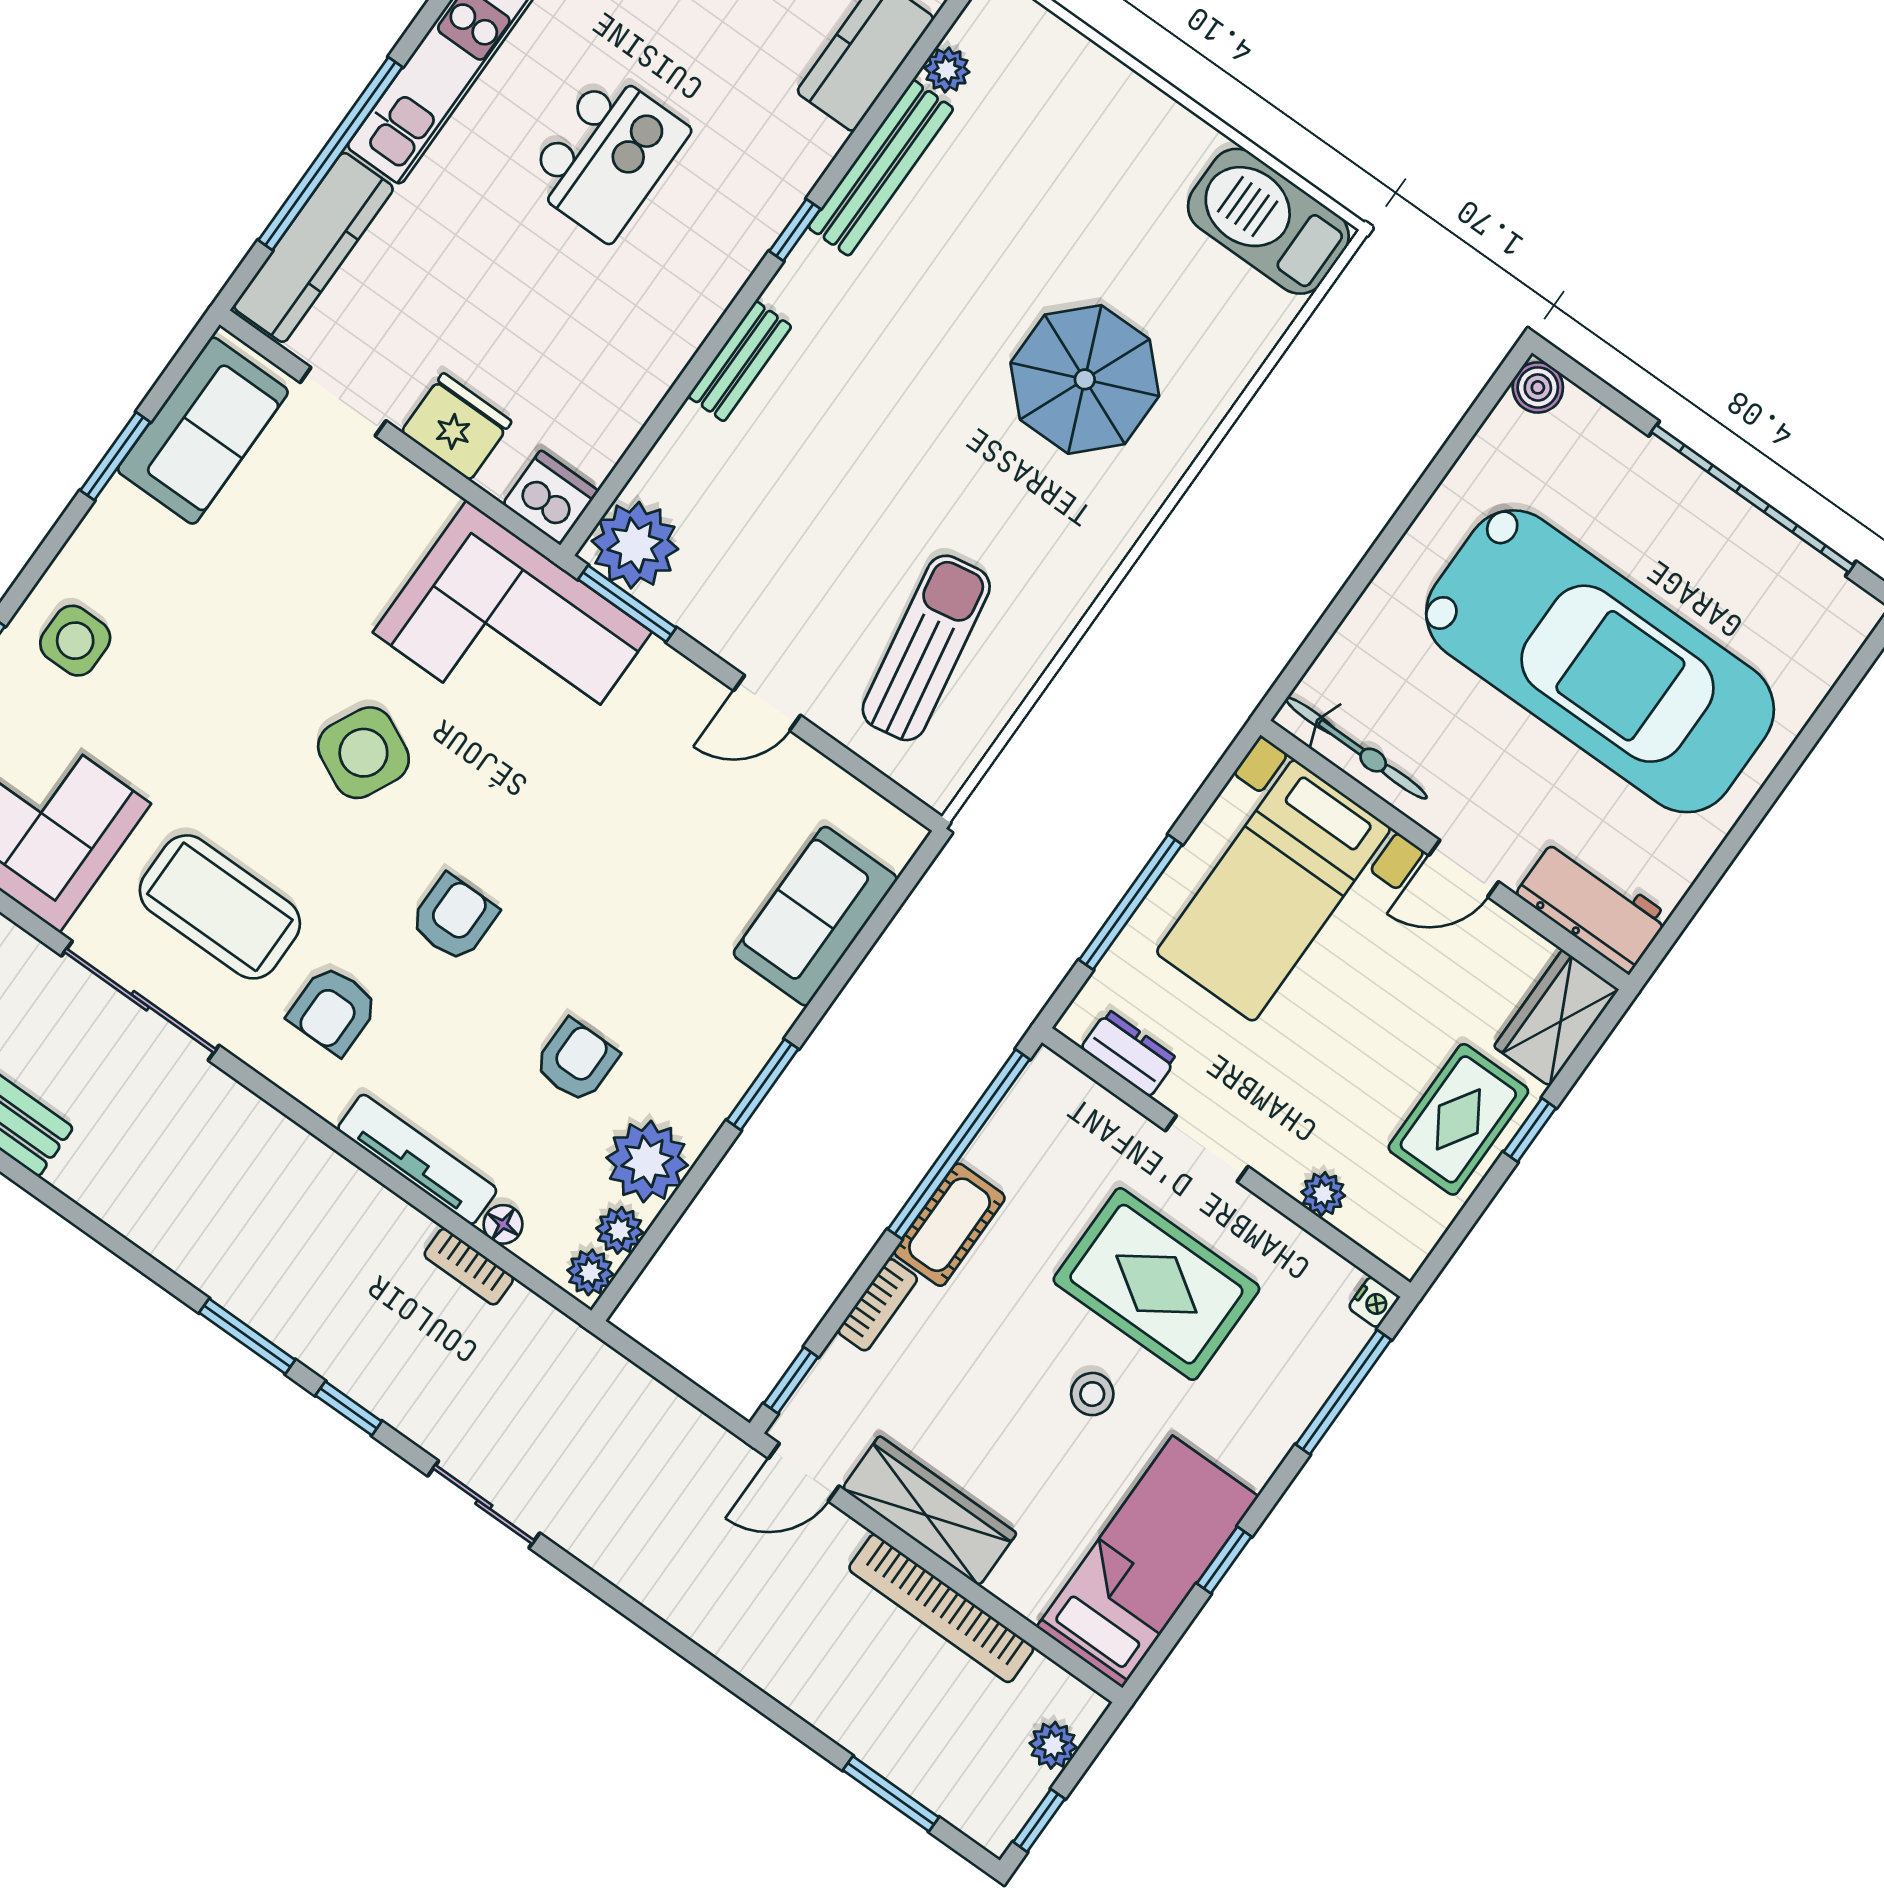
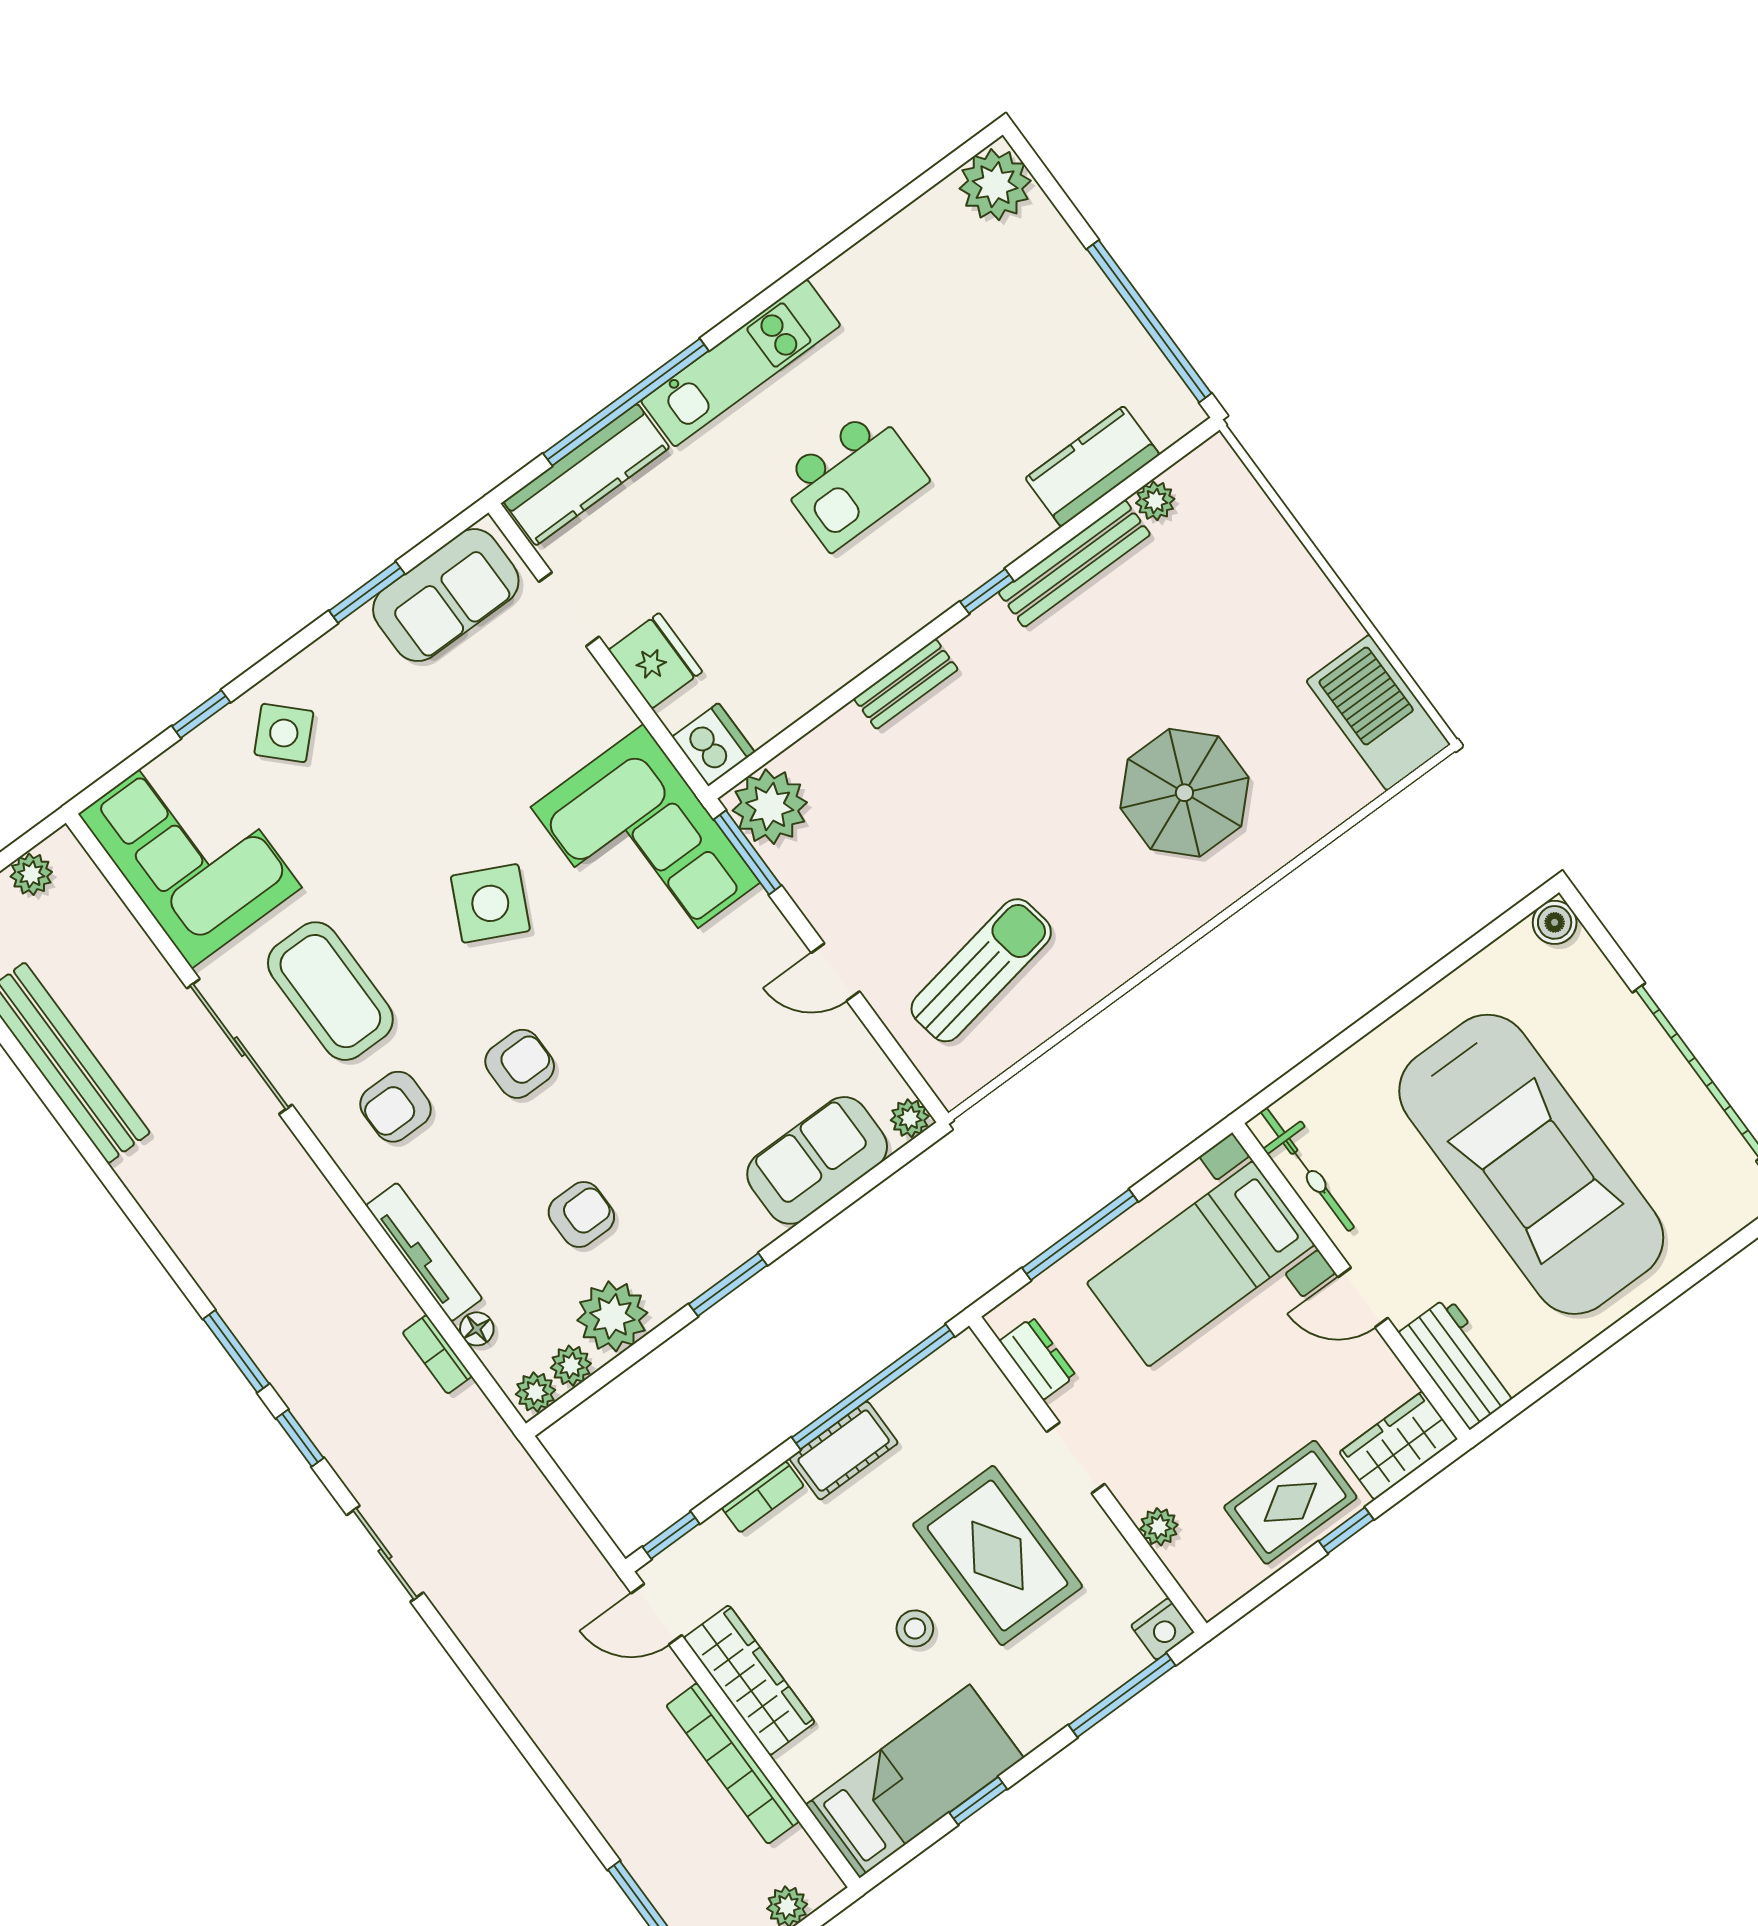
side table: (75, 641) -> (284, 733), turned 45
plant: (901, 836) -> (910, 1118), added
nightstand: (1374, 1302) -> (1163, 1629), width x1.39, depth x1.35

